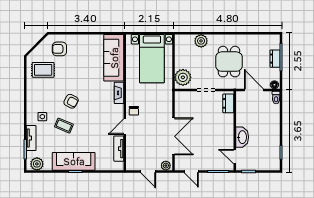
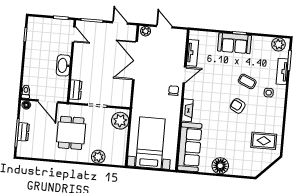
floor lamp: (83, 42) -> (220, 166), added
armchair: (59, 49) -> (245, 161), removed
washbasin: (242, 137) -> (63, 65), moved
sofa: (74, 161) -> (235, 43), width x0.73

